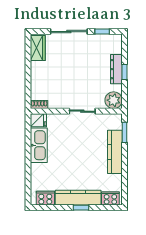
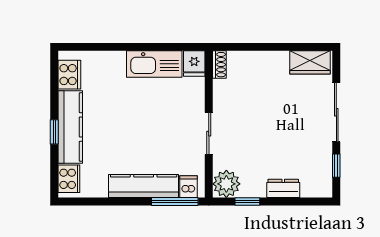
dresser: (116, 69) -> (283, 188), width x0.70
window: (125, 72) -> (247, 201), moved
dishwasher: (115, 124) -> (188, 187), added
window: (125, 132) -> (175, 201), width x1.44

